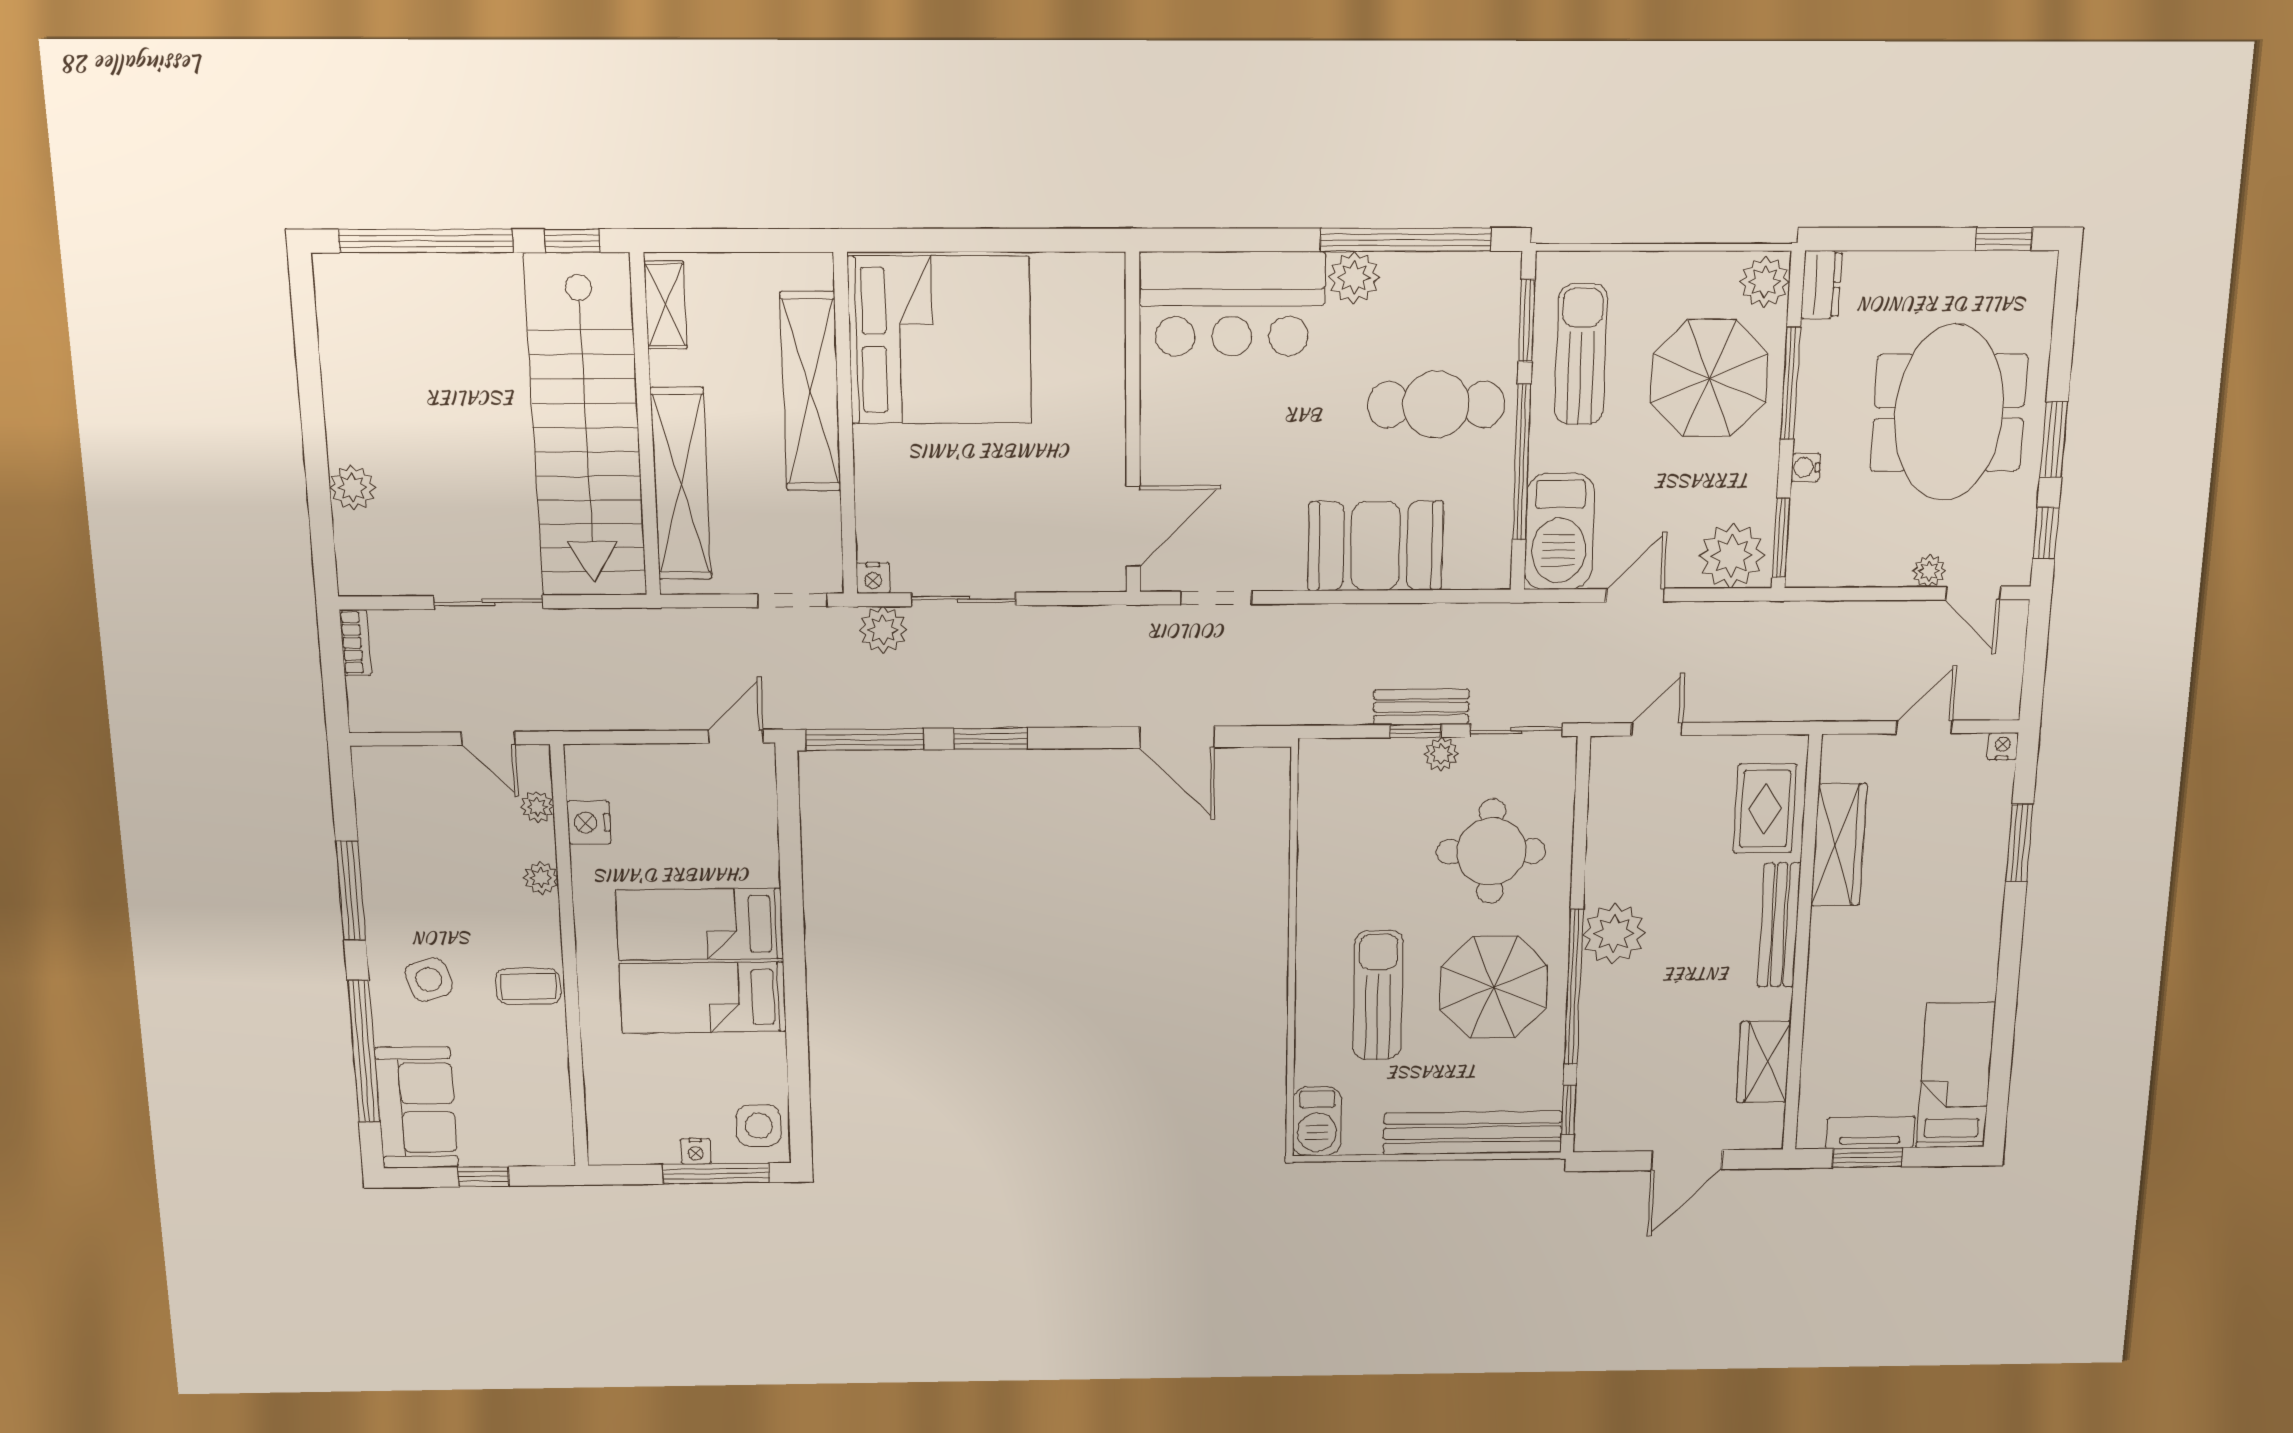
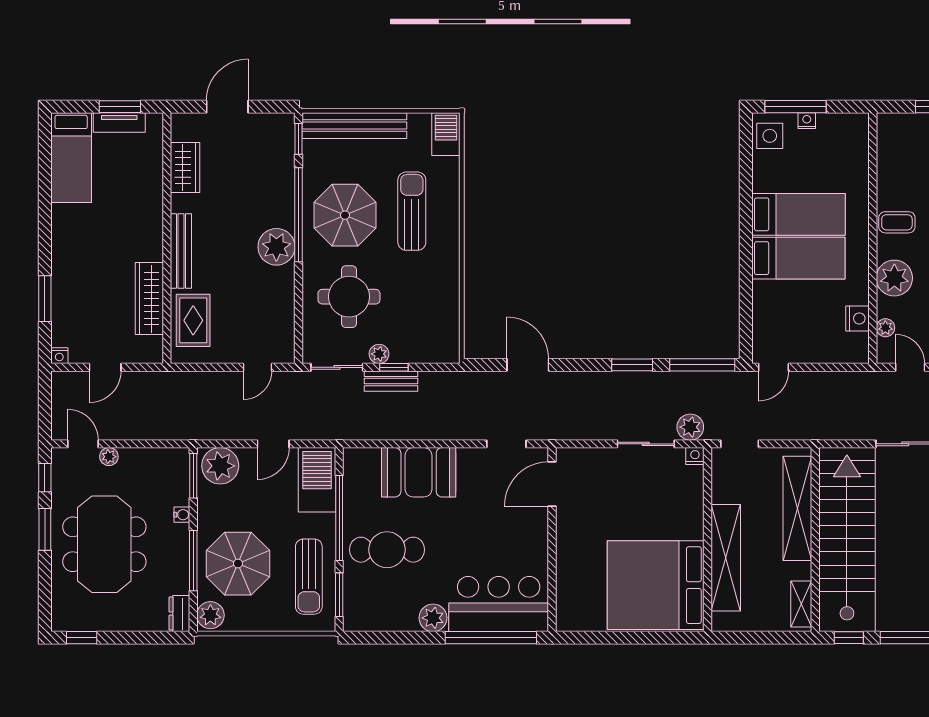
window: (1406, 240) -> (491, 638), moved
plant: (541, 878) -> (894, 278), width x1.87, depth x1.87
sun lounger: (1378, 995) -> (412, 211), turned 180

